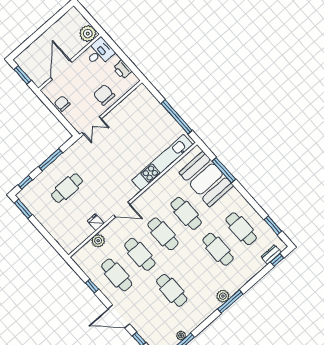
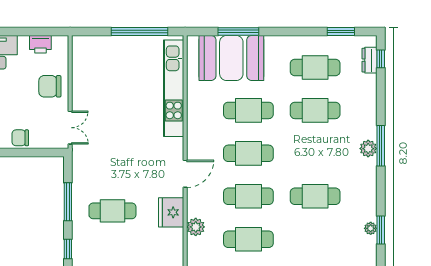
cafe table: (67, 188) -> (112, 211), turned 90
fridge: (96, 222) -> (171, 212), width x1.88, depth x1.34

